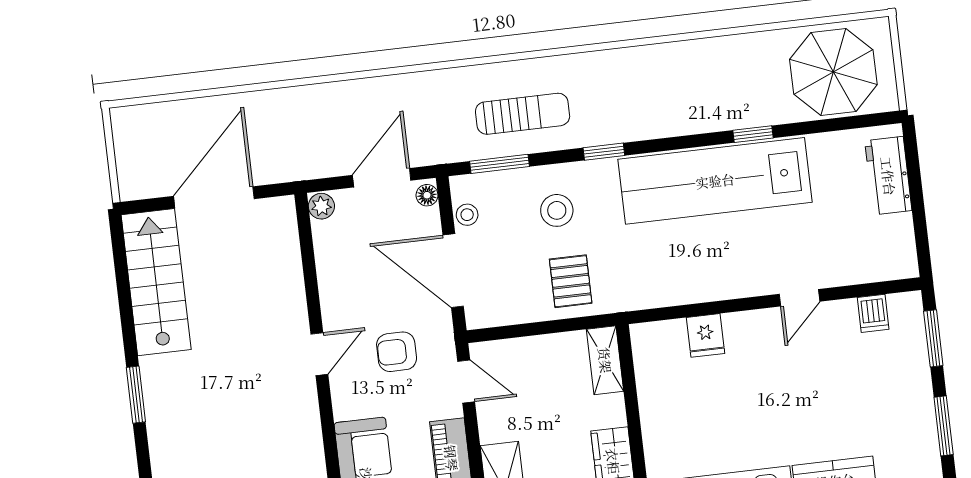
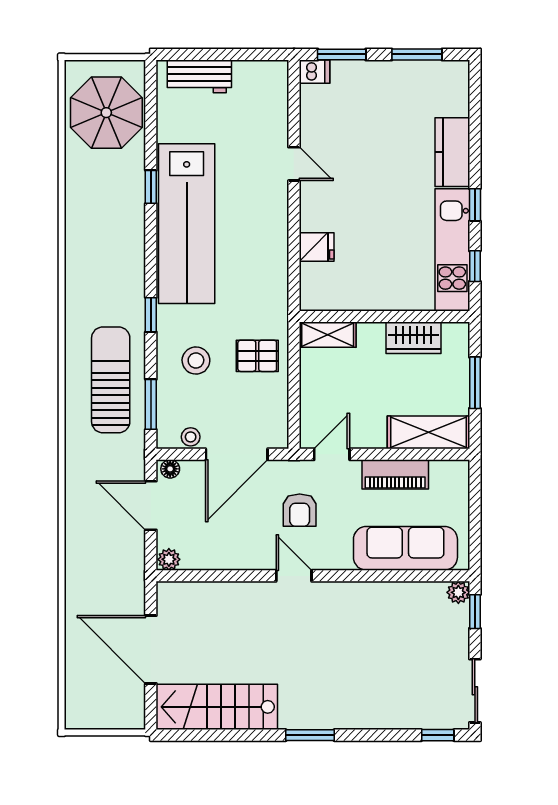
sun lounger: (523, 114) -> (111, 380), width x1.36, depth x1.34
dishwasher: (873, 313) -> (315, 72), moved

